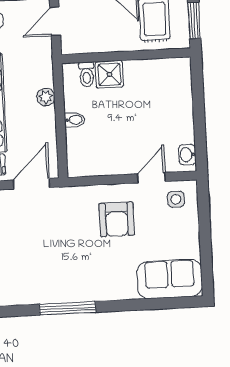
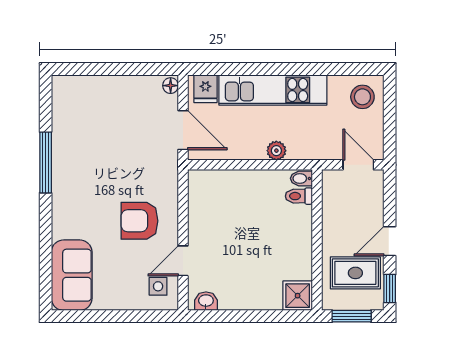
shower: (109, 74) -> (298, 296), moved
bidet: (75, 120) -> (301, 178), moved, turned 90
door: (151, 178) -> (183, 261), swing flipped

